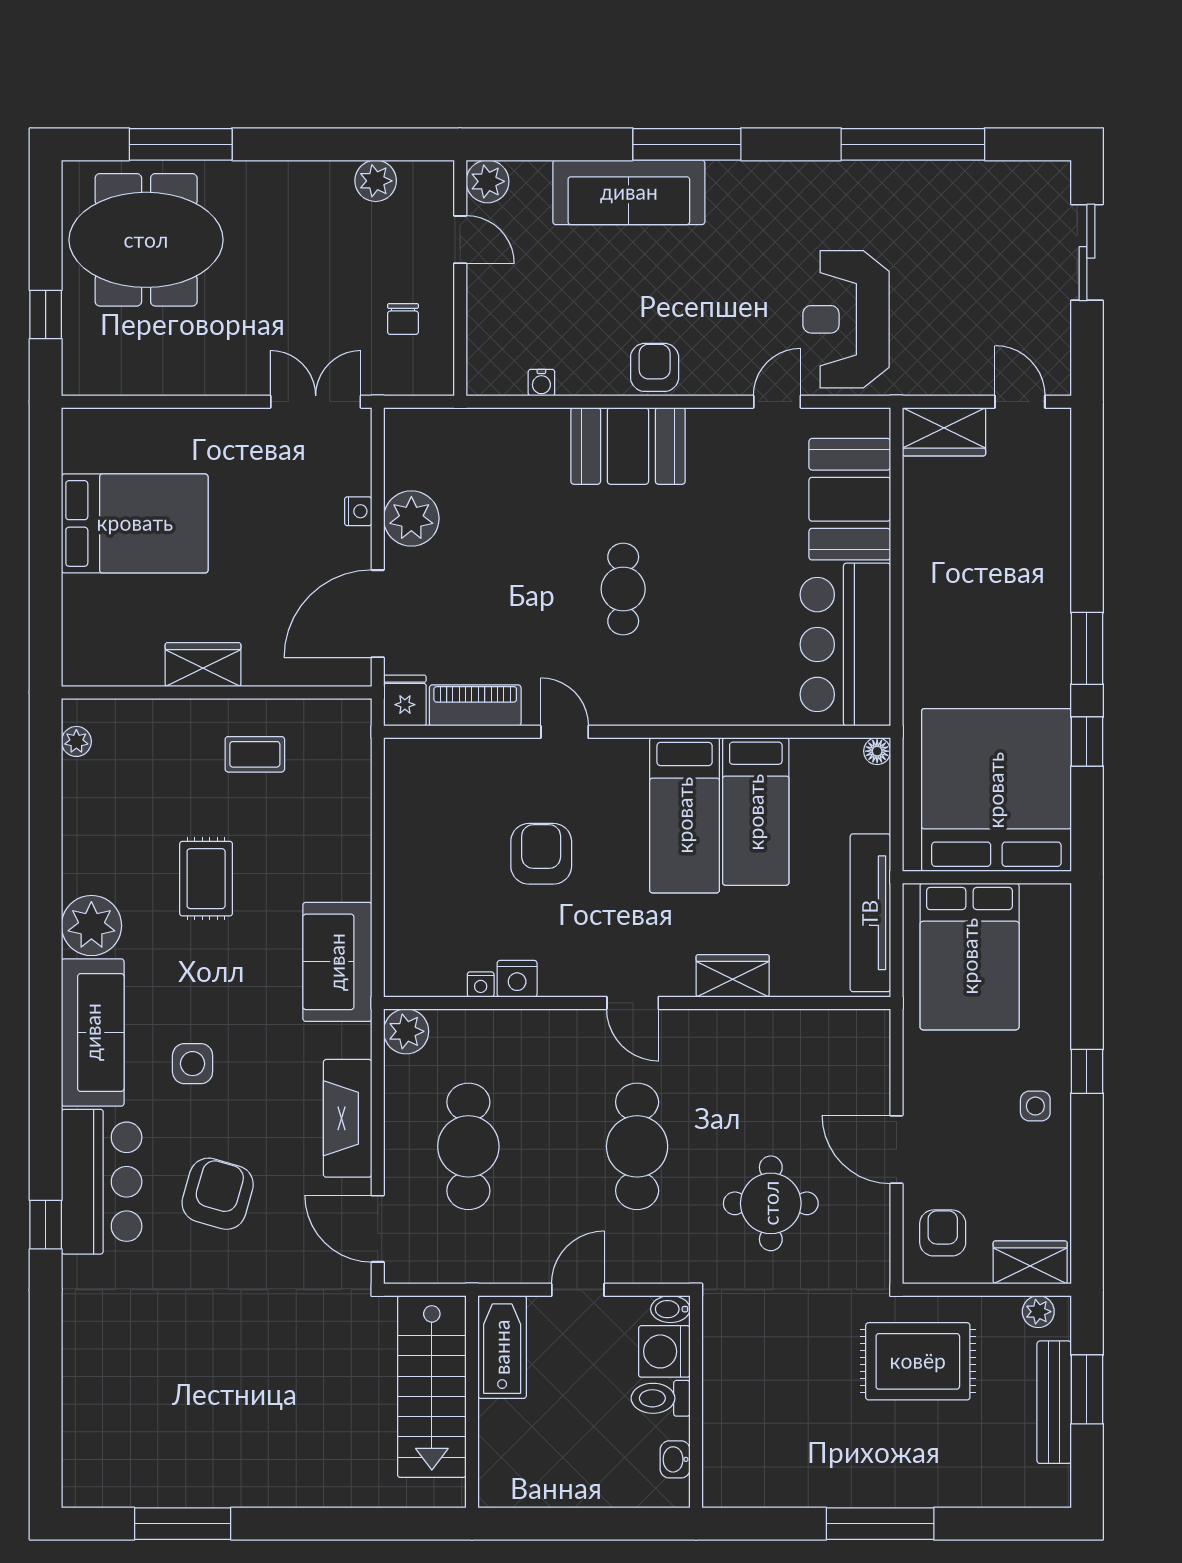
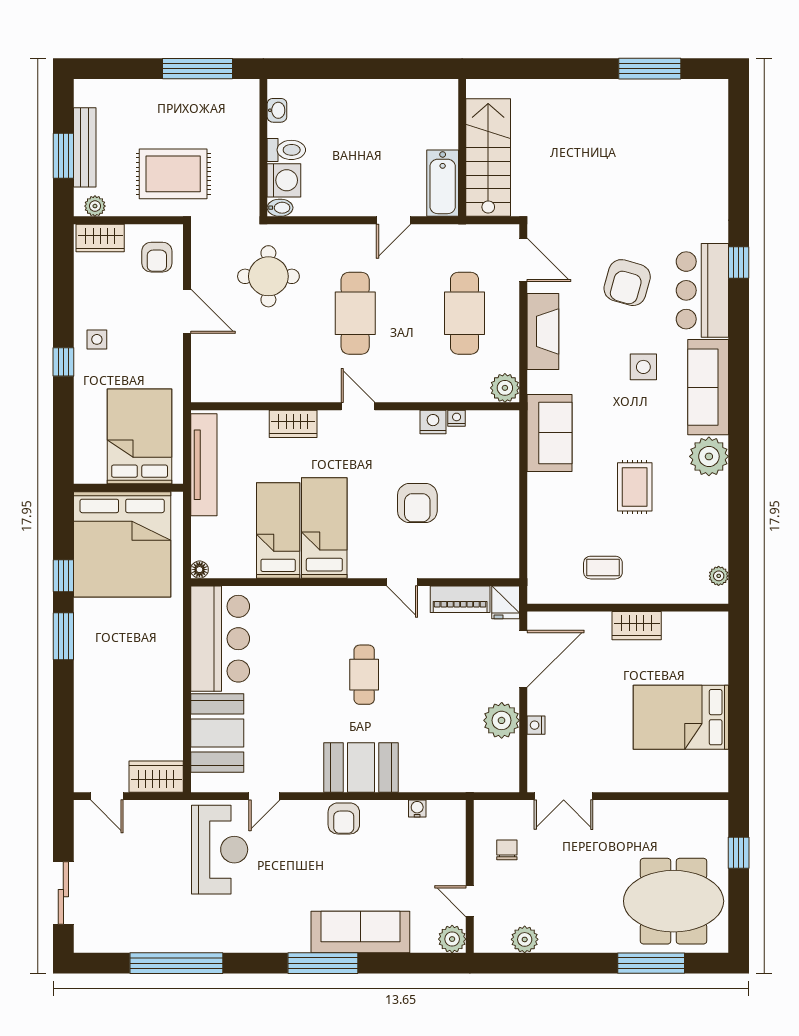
bidet: (670, 1309) -> (280, 208), moved
washing machine: (664, 1351) -> (284, 180), moved
toilet: (661, 1398) -> (286, 150), moved
wall: (696, 1402) -> (263, 148), moved
washbasin: (675, 1459) -> (277, 110), moved

